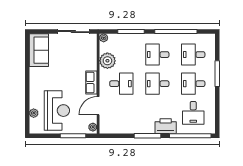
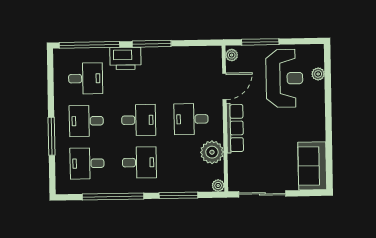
desk: (193, 55) -> (87, 163), turned 180
row of seats: (91, 83) -> (235, 128), width x1.48
desk: (193, 84) -> (86, 121), turned 180
reception desk: (57, 111) -> (284, 78), turned 180
desk: (193, 113) -> (86, 78), turned 90

